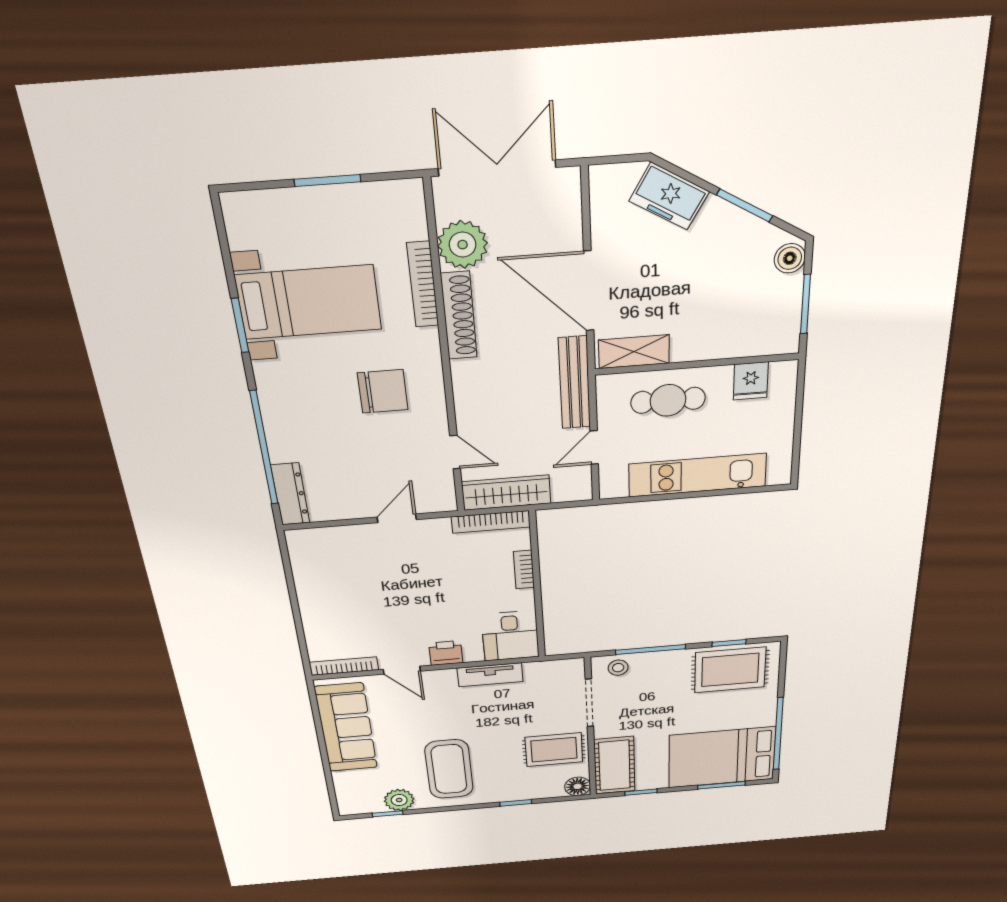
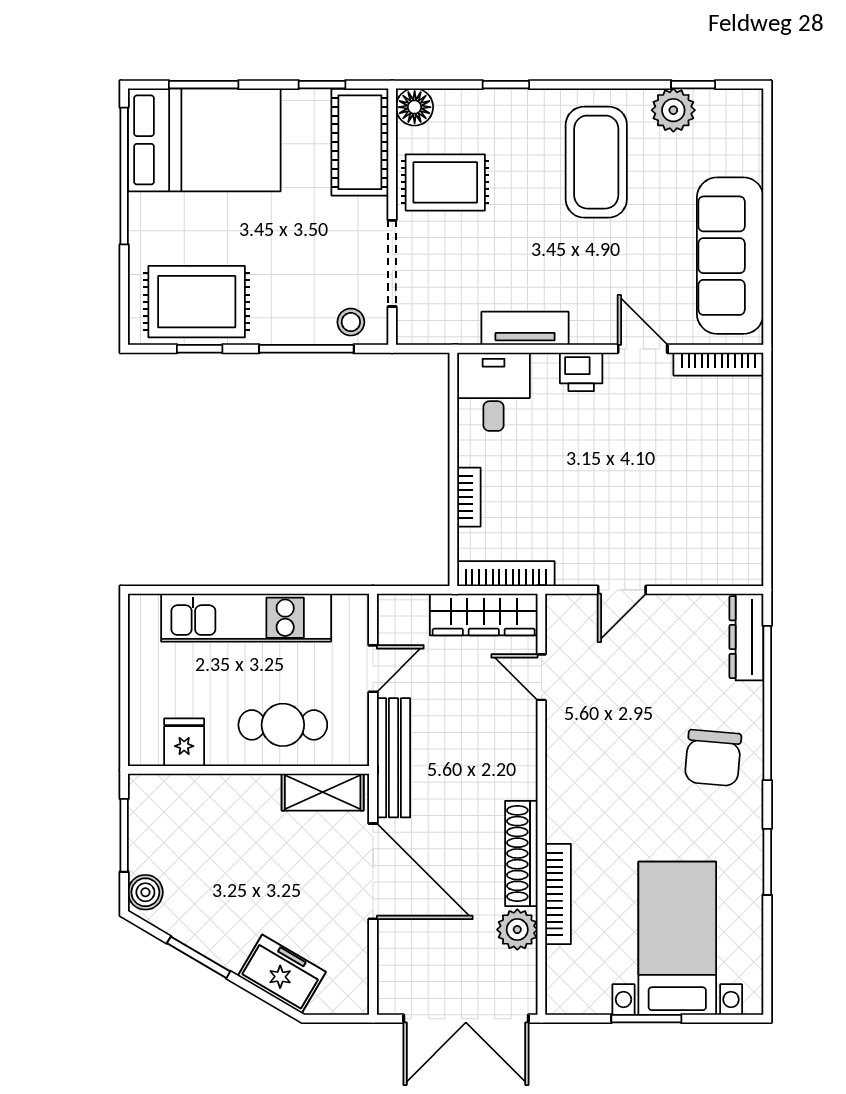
plant: (463, 245) -> (517, 930), width x0.73, depth x0.73
bed with nightstands: (309, 302) -> (677, 938), moved, turned 90
chair: (383, 391) -> (713, 758), moved, turned -85

